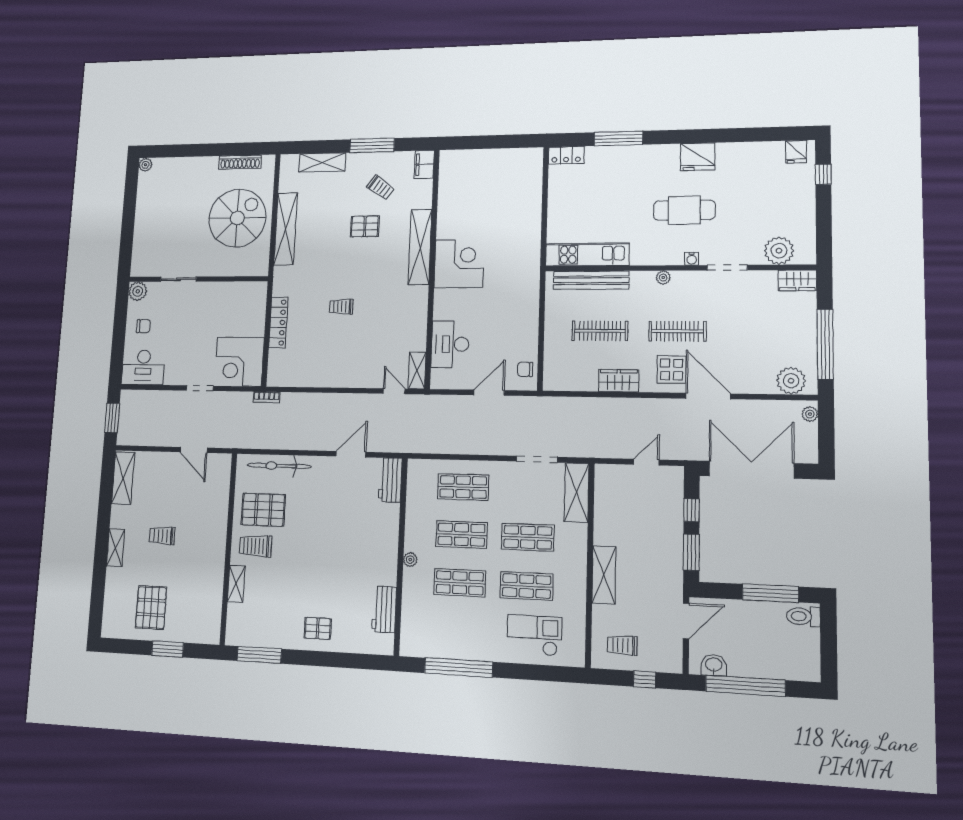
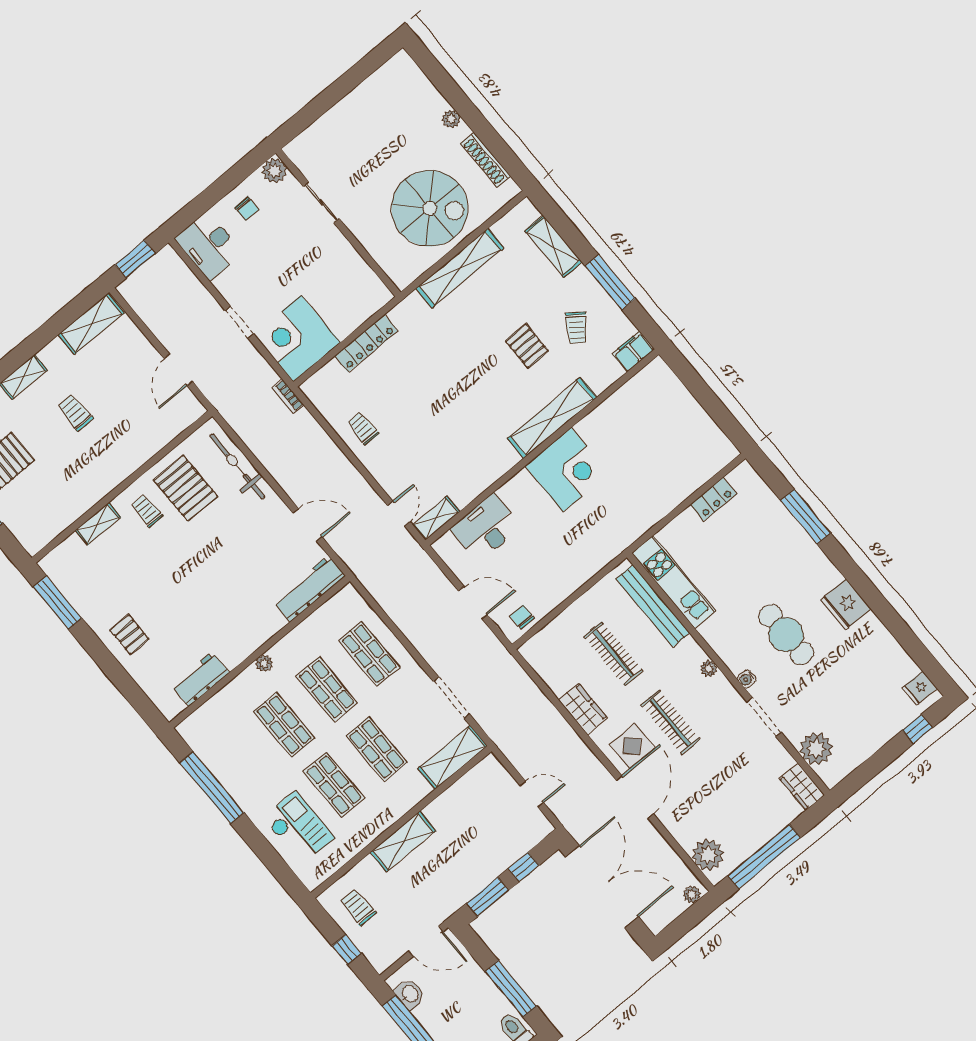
locker: (566, 155) -> (713, 499), moved, turned -90
plant: (145, 165) -> (451, 119), moved
trolley: (341, 307) -> (363, 428), moved
workbench: (390, 480) -> (309, 589), width x1.38
trolley: (255, 546) -> (147, 511), width x0.73, depth x0.72

